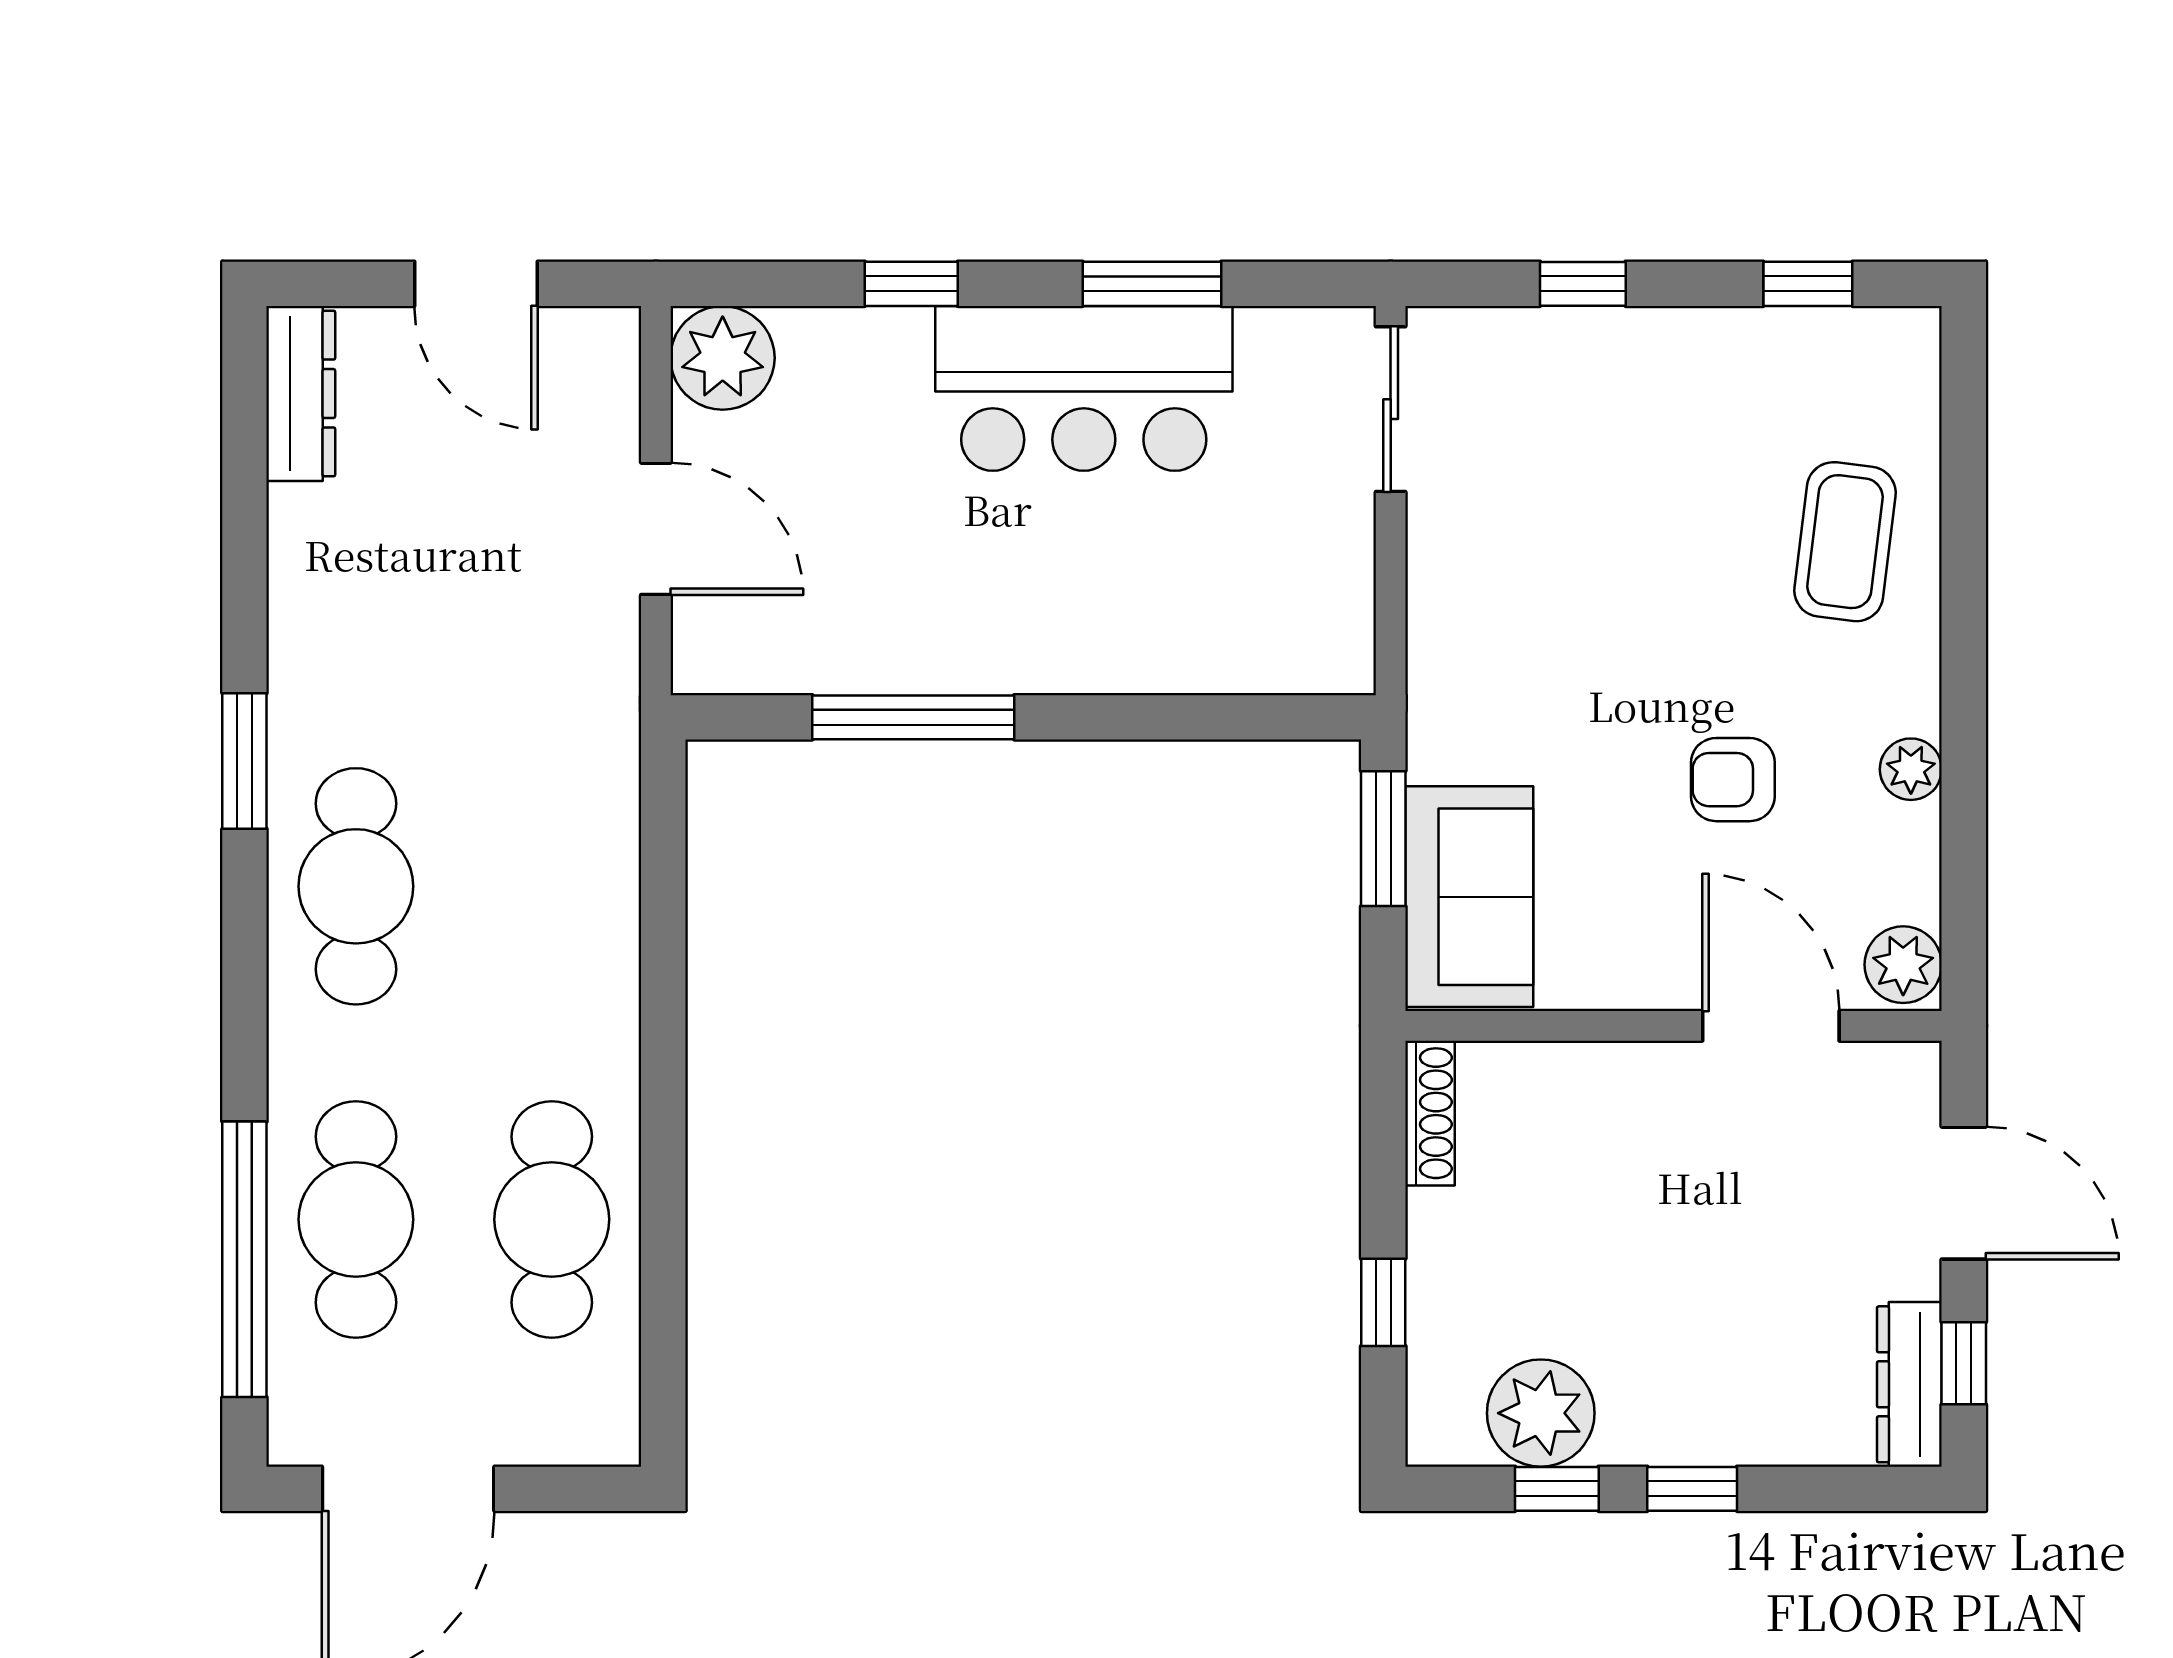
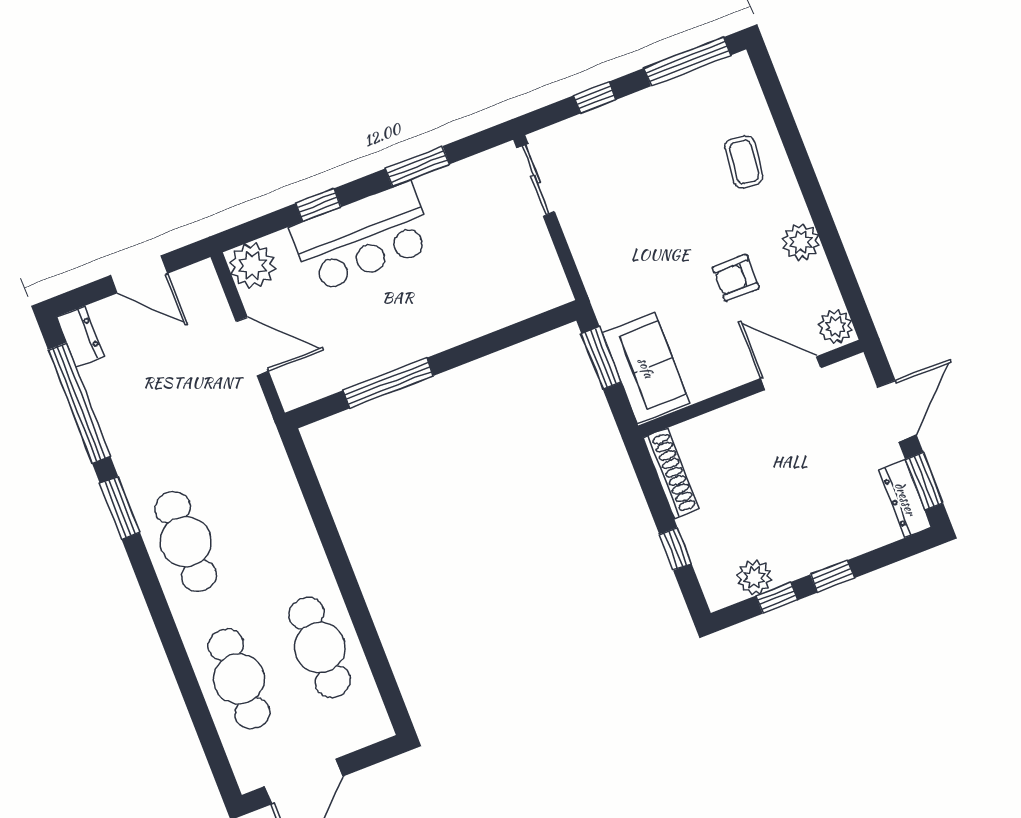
window: (1808, 284) -> (687, 62), width x2.17
bar counter: (1084, 388) -> (362, 237), moved
dresser: (301, 393) -> (80, 337), width x0.70
coffee table: (1845, 542) -> (744, 162), width x0.73, depth x0.77
plant: (1911, 769) -> (801, 242), width x1.38, depth x1.38
shoe rack: (1430, 1113) -> (671, 473), width x1.36, depth x1.24
door: (1964, 1193) -> (897, 411), hinge flipped
window: (244, 1259) -> (79, 403), moved
window: (1964, 1363) -> (924, 481), width x1.50
plant: (1541, 1413) -> (754, 577), width x0.73, depth x0.73

